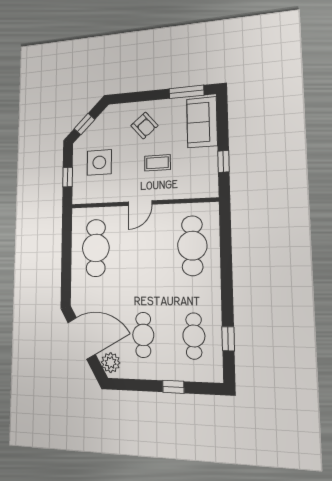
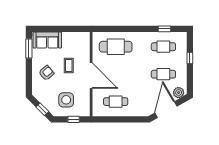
window: (223, 161) -> (70, 29), removed
door: (140, 203) -> (91, 76), width x1.88
cafe table: (96, 248) -> (116, 102), width x0.73, depth x0.74

